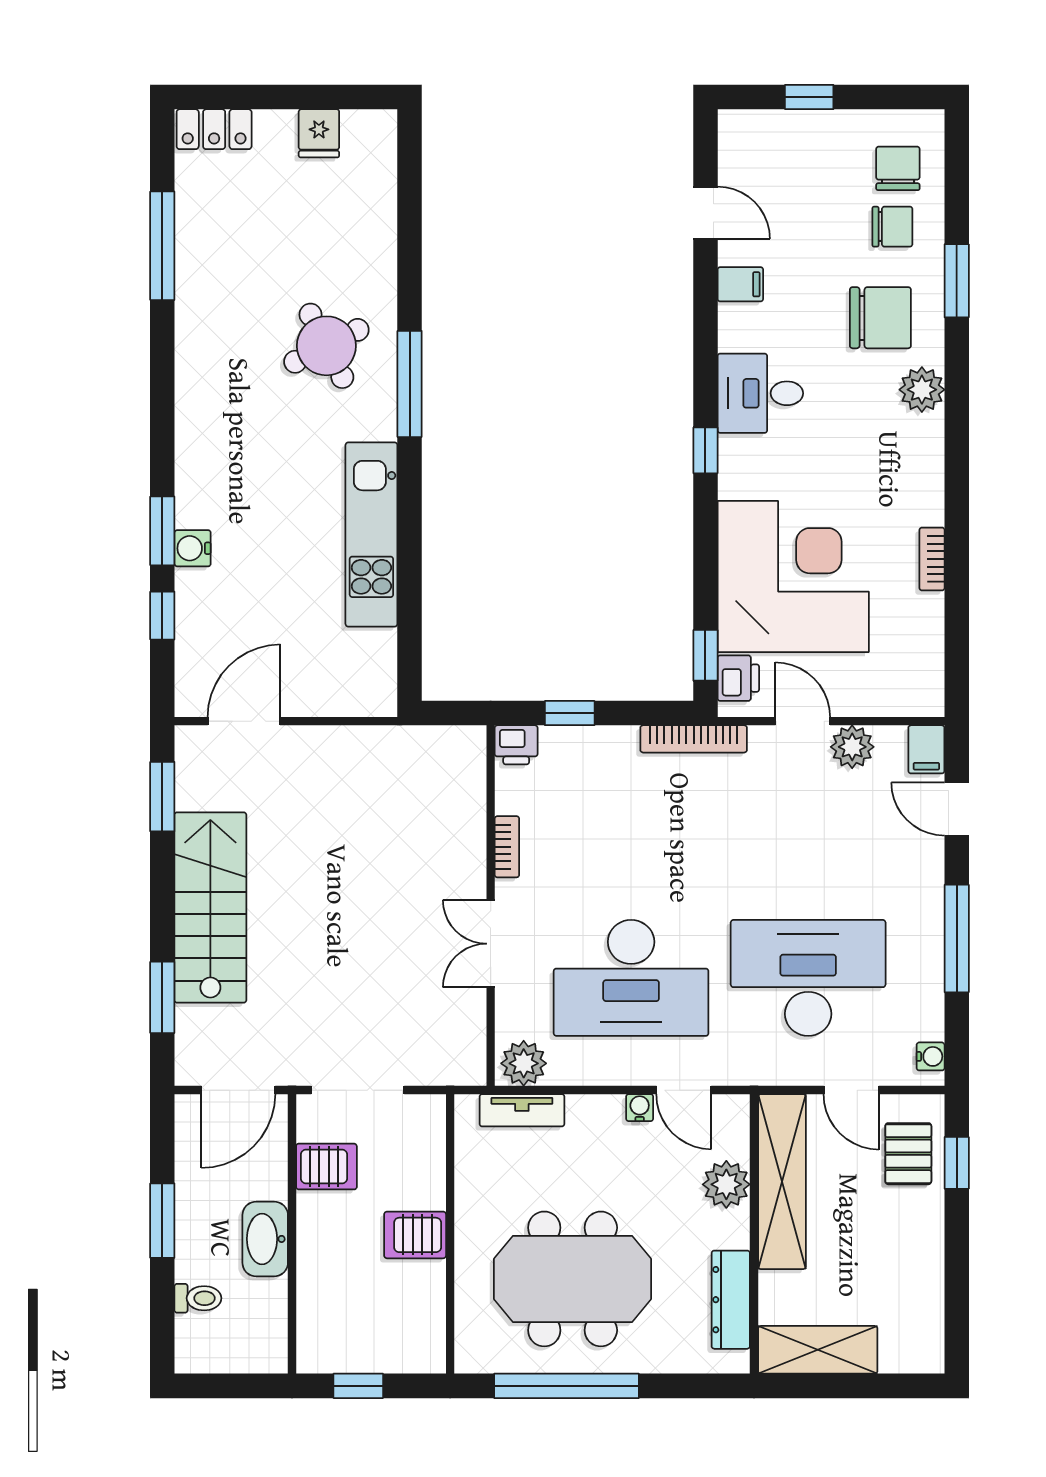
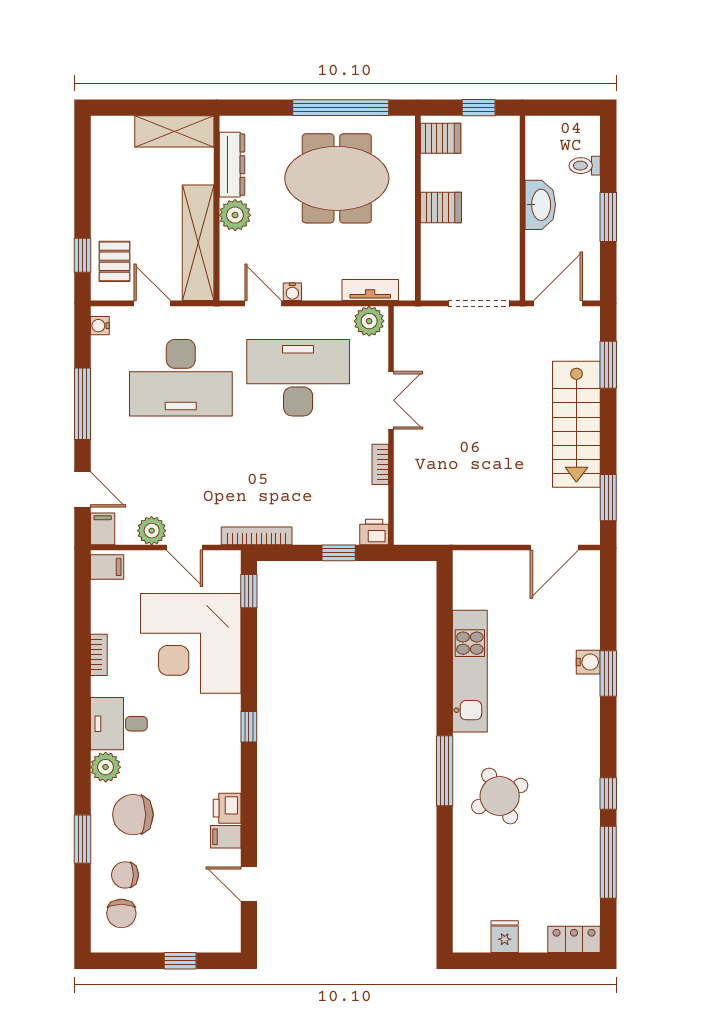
desk: (760, 393) -> (119, 724), moved, turned 180
window: (162, 616) -> (608, 794), moved
printer: (738, 678) -> (227, 808), moved
filing cabinet: (920, 692) -> (107, 567), added
server rack: (326, 1167) -> (441, 138), moved, turned 180
plant: (726, 1184) -> (235, 215), moved

